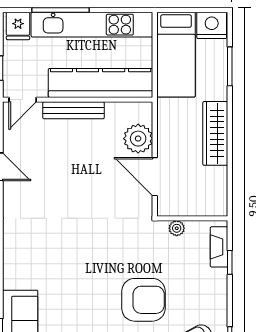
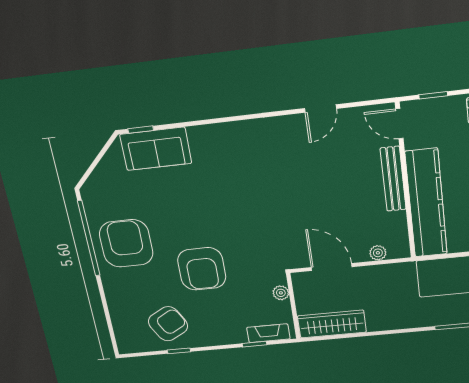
wardrobe: (215, 133) -> (332, 324), moved
plant: (138, 139) -> (378, 253), width x0.53, depth x0.53
door: (155, 177) -> (332, 267), hinge flipped

